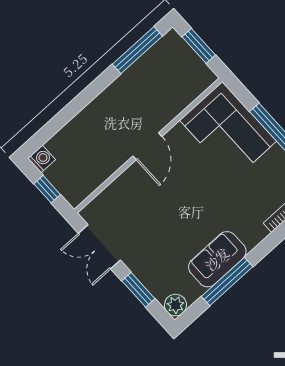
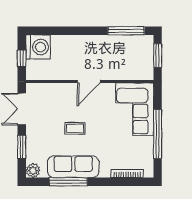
washing machine: (42, 159) -> (38, 47), width x1.89, depth x1.89
coffee table: (180, 214) -> (75, 128), added
sofa: (217, 259) -> (73, 167), width x1.36

